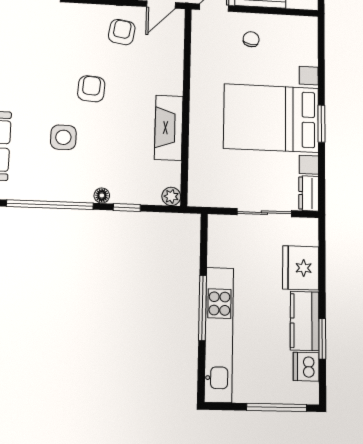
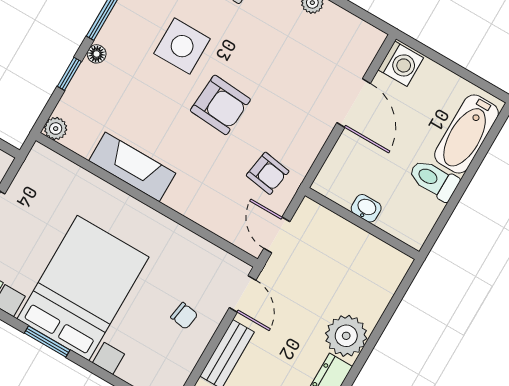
armchair: (91, 89) -> (220, 105), width x1.38, depth x1.38
side table: (63, 137) -> (182, 46), width x1.37, depth x1.37

